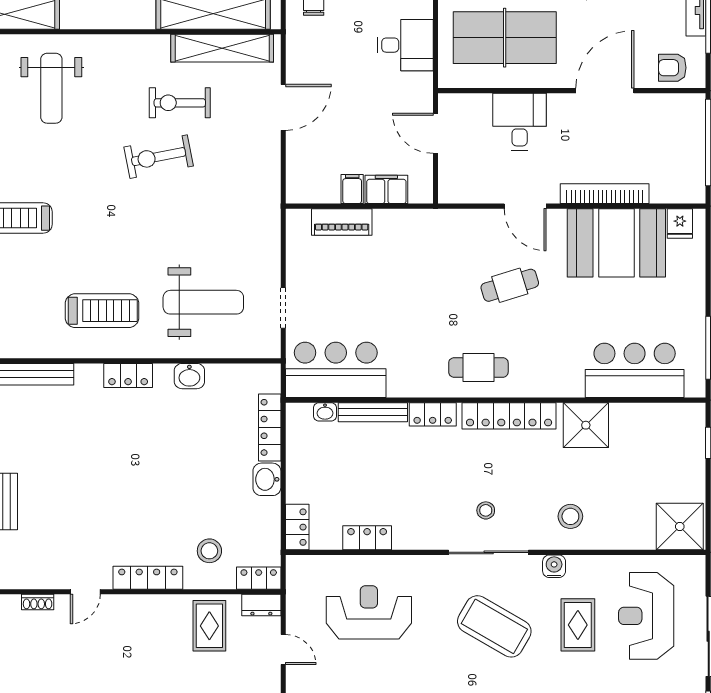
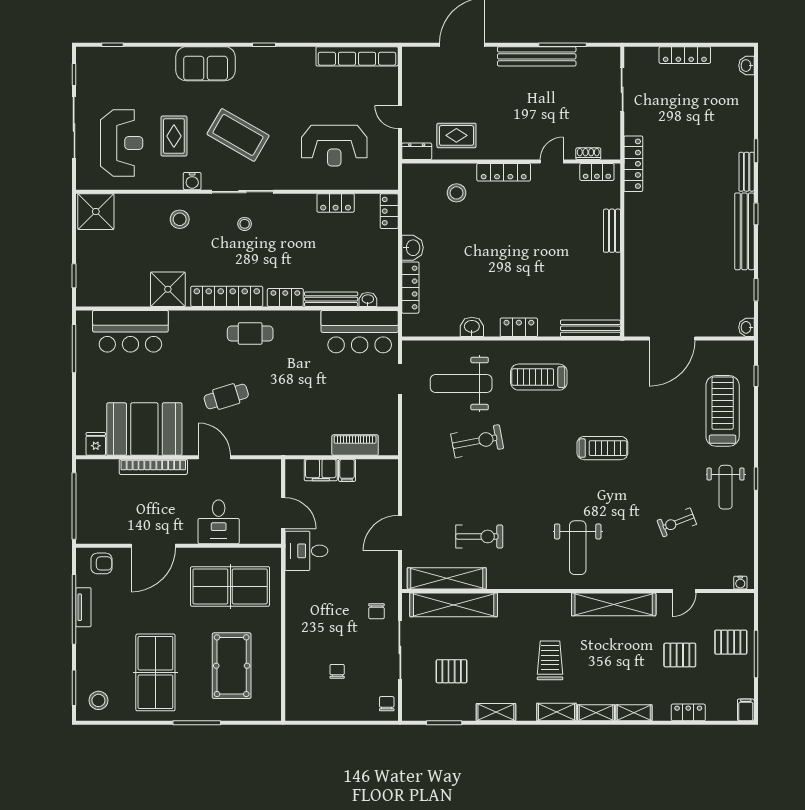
desk: (405, 45) -> (306, 551), moved
weight bench: (51, 88) -> (578, 548), turned 180
exercise bike: (159, 157) -> (477, 441), moved
locker: (259, 578) -> (597, 172), moved
rug: (209, 626) -> (456, 135), turned 90

